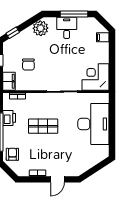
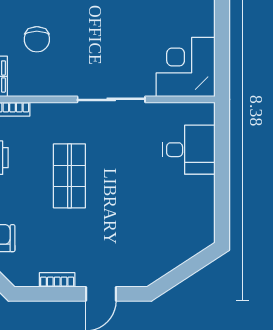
desk: (93, 124) -> (189, 150), width x0.53, depth x0.77
shop shelf: (43, 126) -> (69, 176), turned 90

